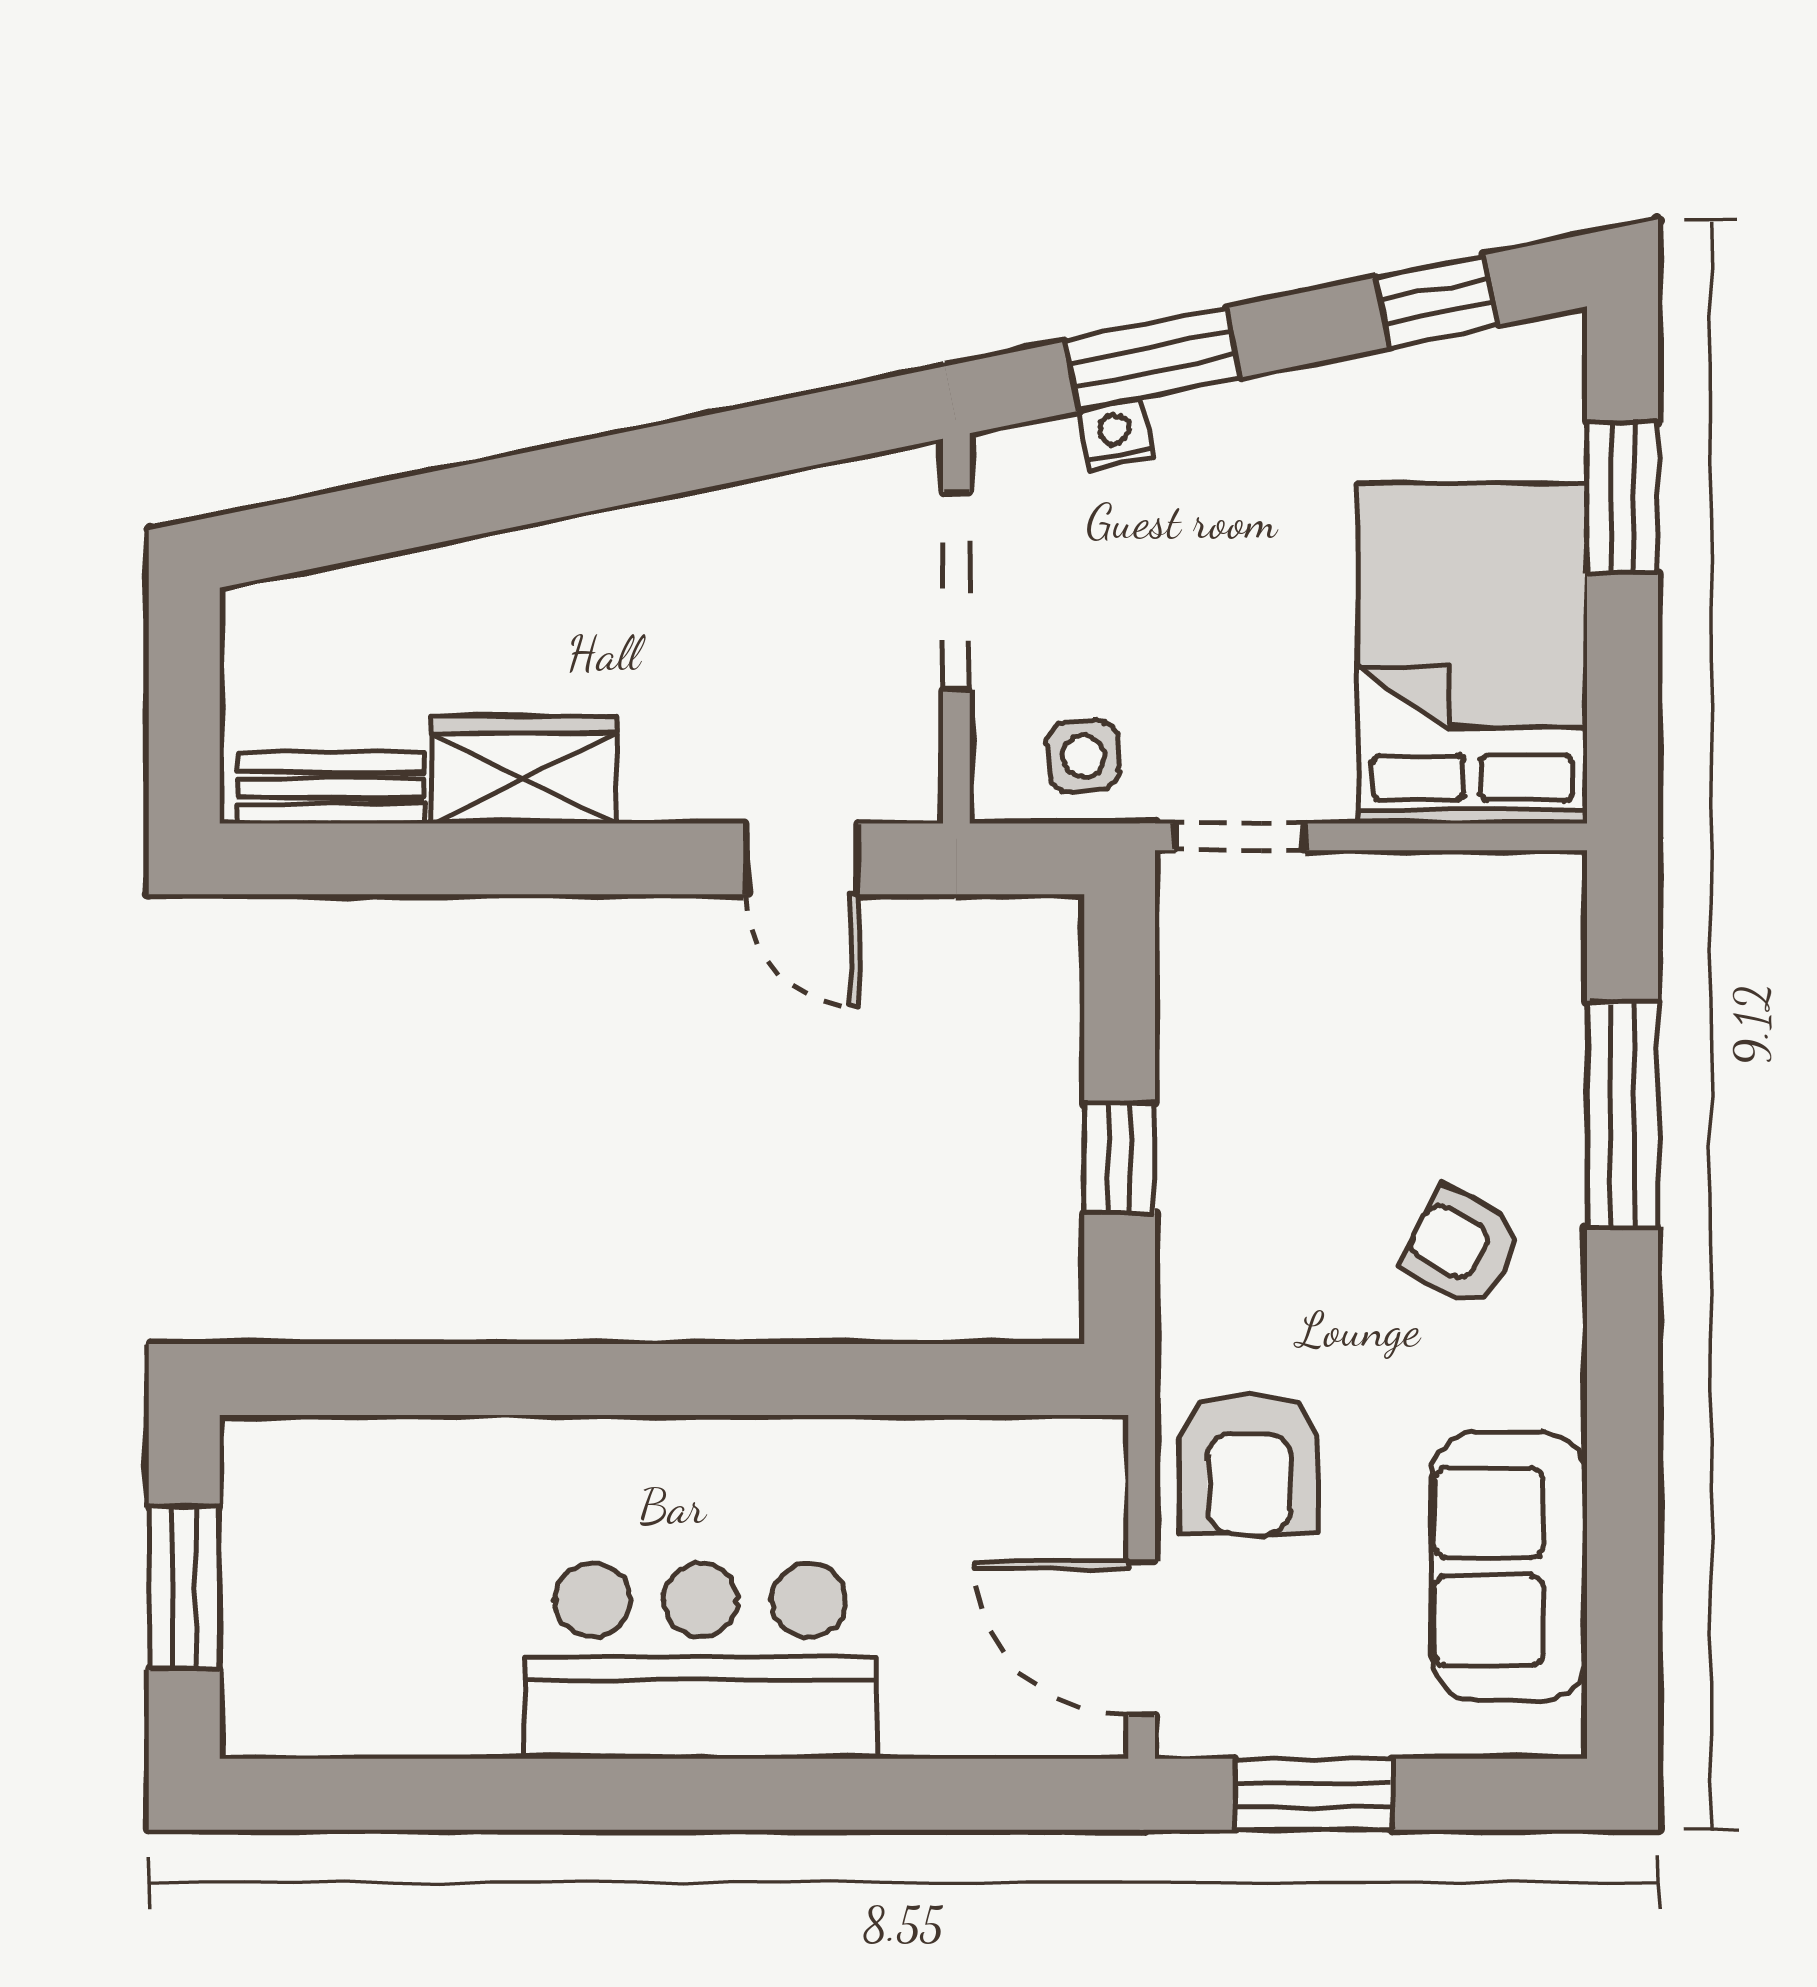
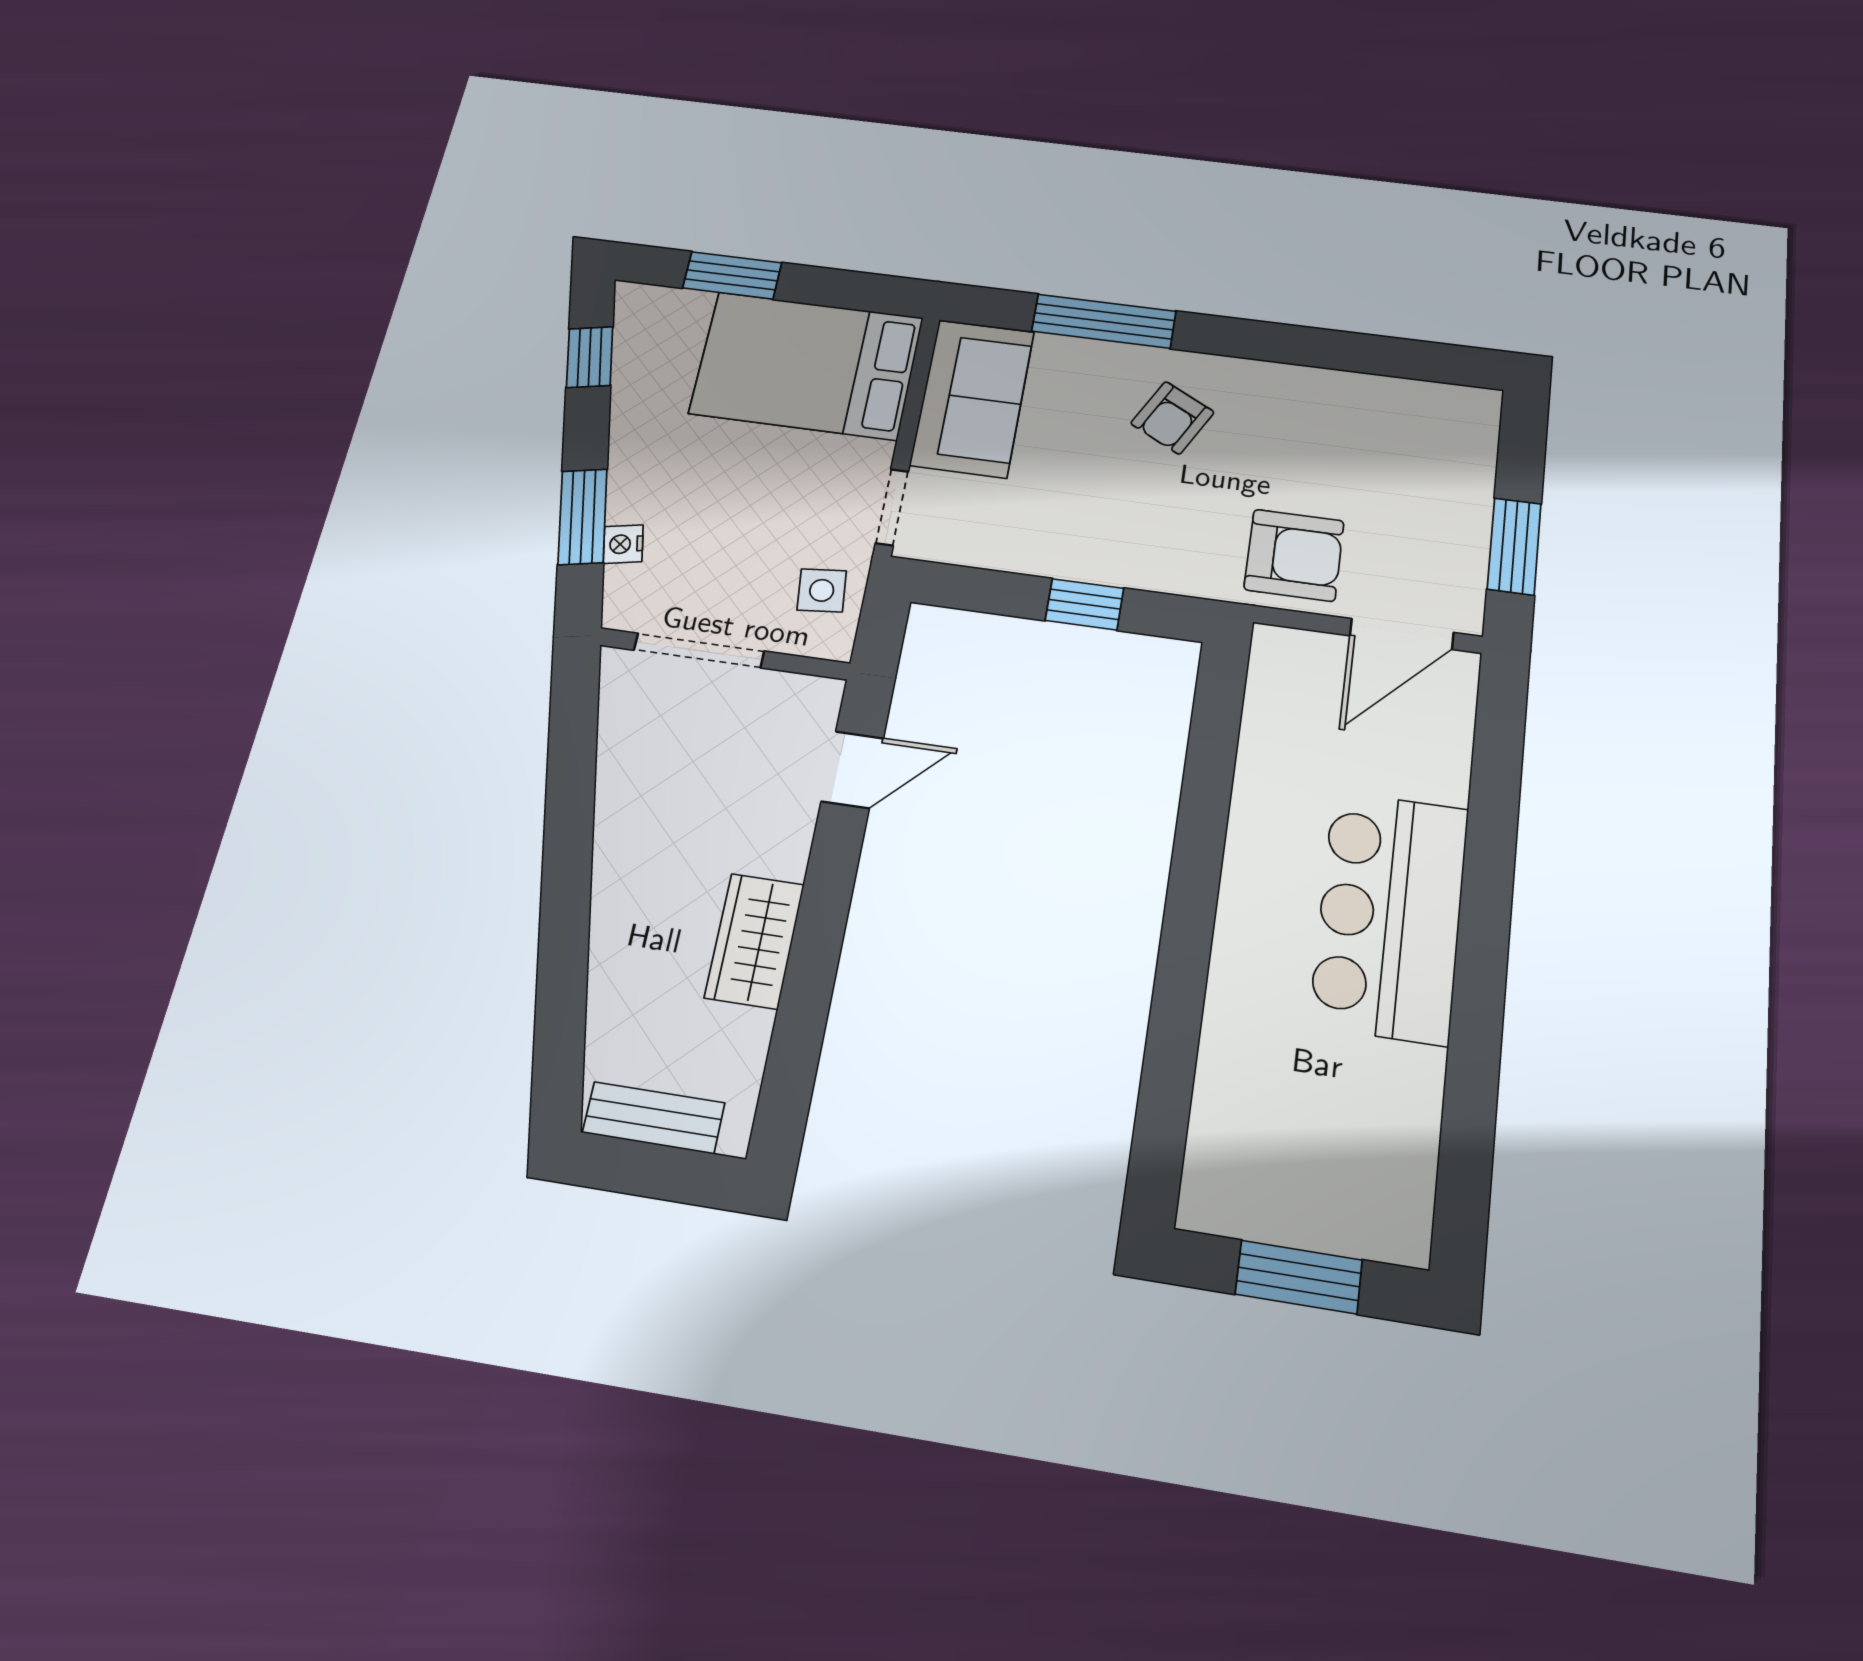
bench: (331, 788) -> (654, 1118), moved, turned 90
sofa: (1509, 1567) -> (972, 398), moved, turned -90

